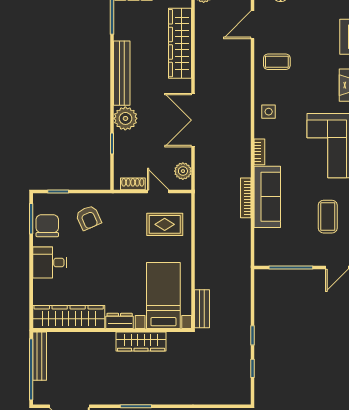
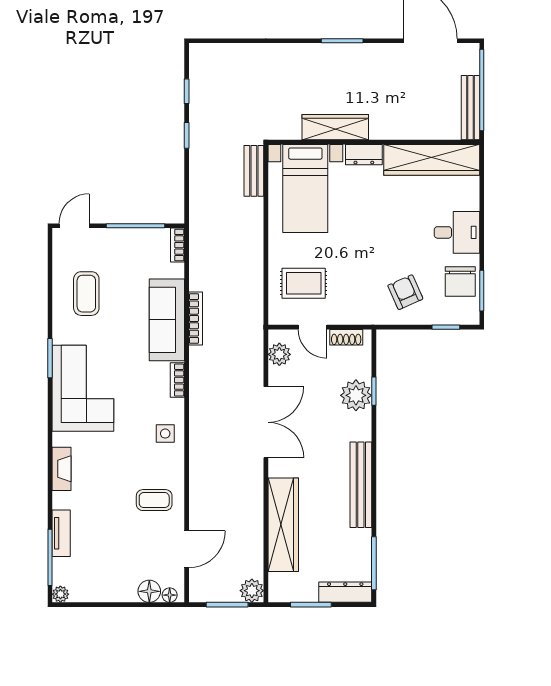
plant: (125, 118) -> (356, 395), moved
bookcase: (259, 253) -> (178, 245), added

